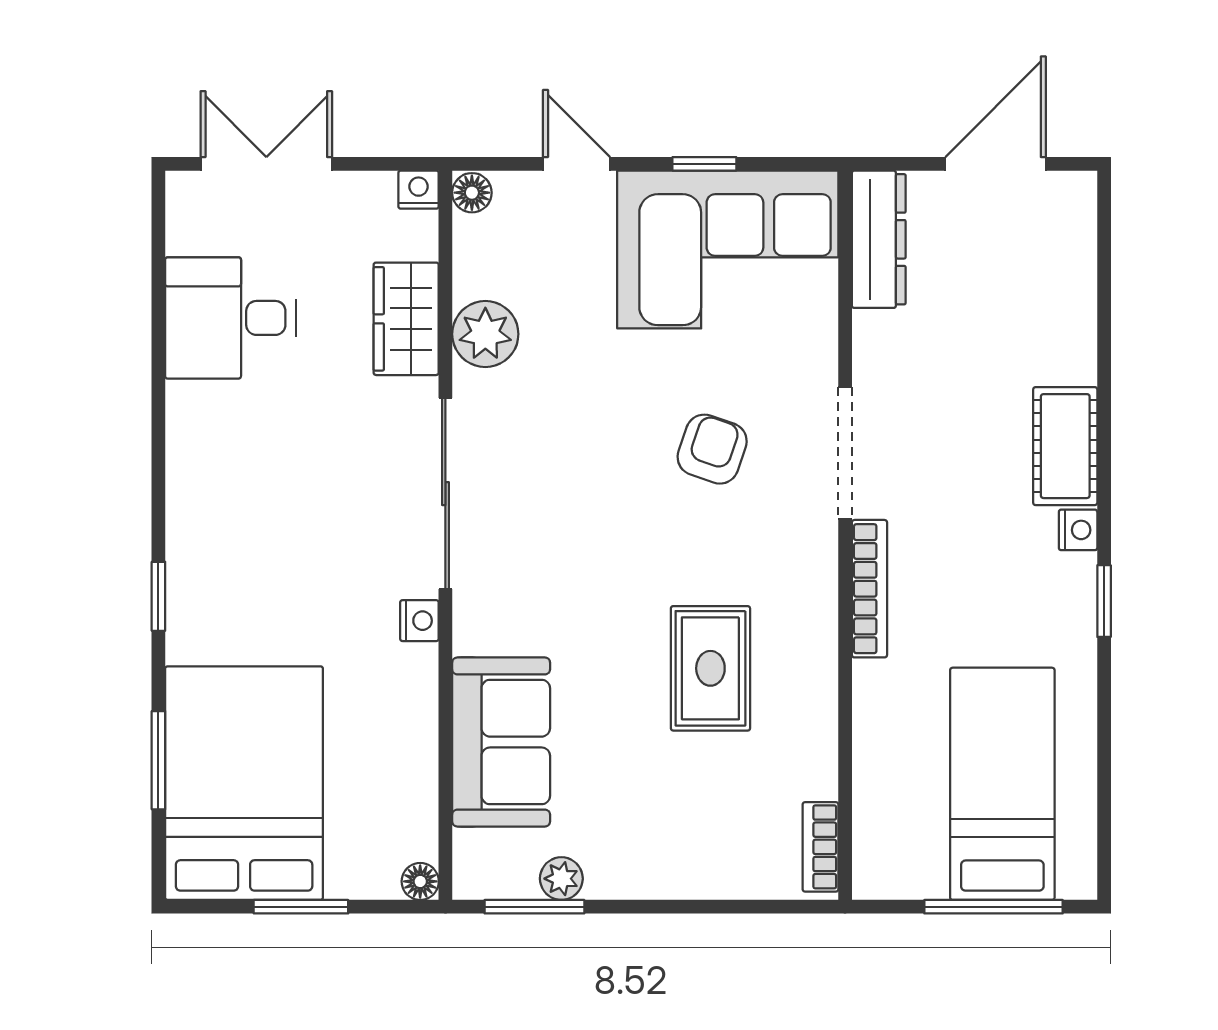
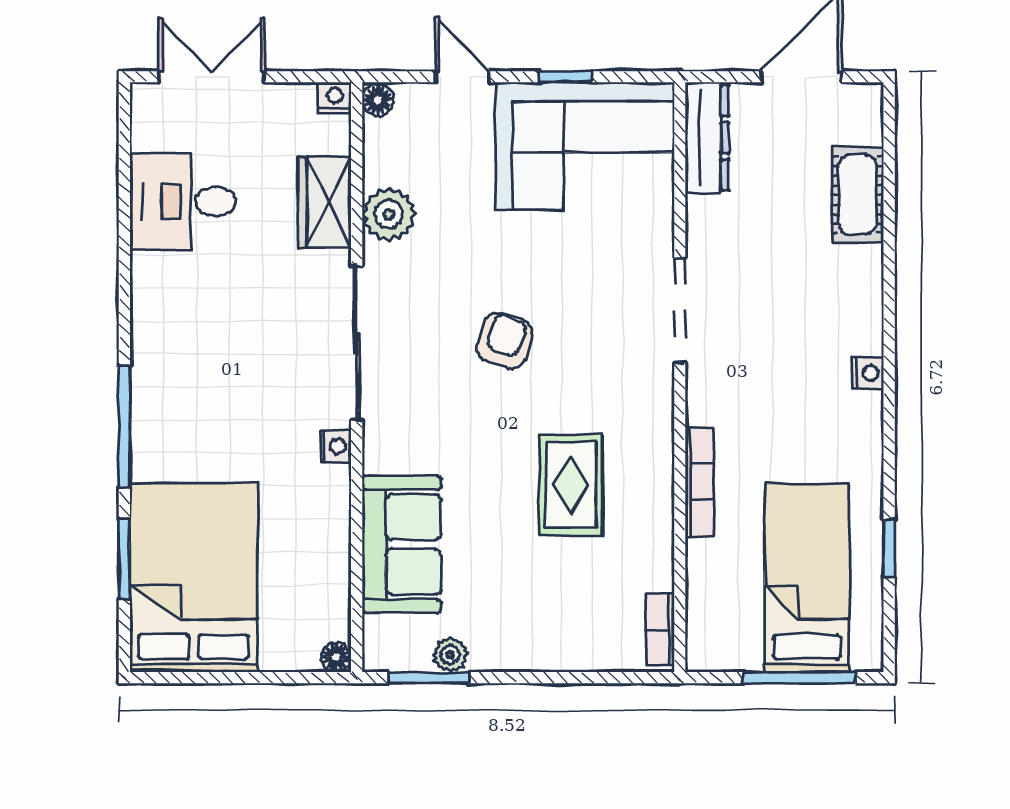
cot: (1065, 446) -> (858, 195), moved
armchair: (712, 449) -> (505, 341), moved
bookcase: (869, 589) -> (699, 482), moved
window: (158, 596) -> (124, 427), width x2.17
window: (1104, 601) -> (889, 548), moved
window: (301, 907) -> (240, 678), removed

